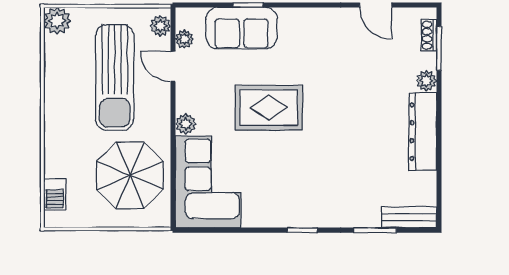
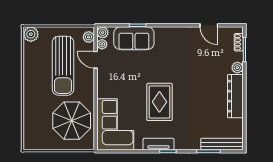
rug: (269, 108) -> (159, 102), moved, turned 90
plant: (186, 124) -> (103, 33), moved
barbecue: (55, 194) -> (29, 131), removed
tv unit: (285, 217) -> (158, 144), added
bench: (409, 217) -> (222, 144), width x1.36

